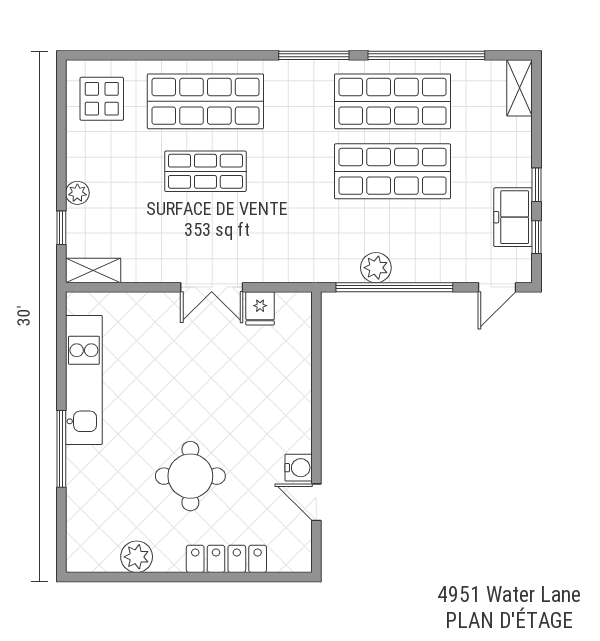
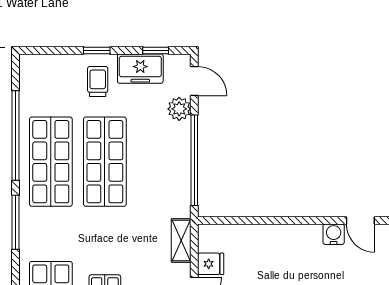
shelving: (520, 88) -> (181, 240), moved, turned 90
trolley: (496, 162) -> (98, 82), added
window: (537, 185) -> (97, 50), moved
plant: (376, 268) -> (179, 109), moved
door: (316, 502) -> (360, 220), hinge flipped

